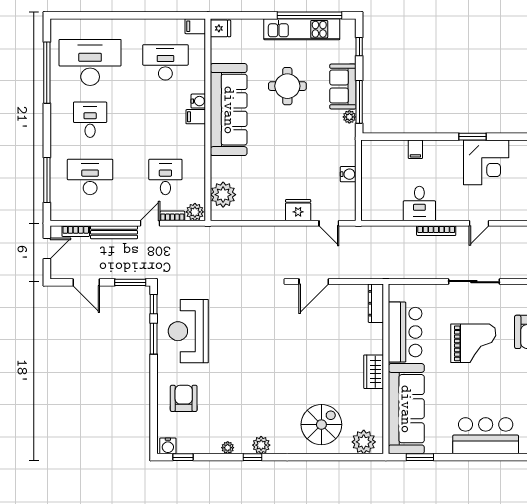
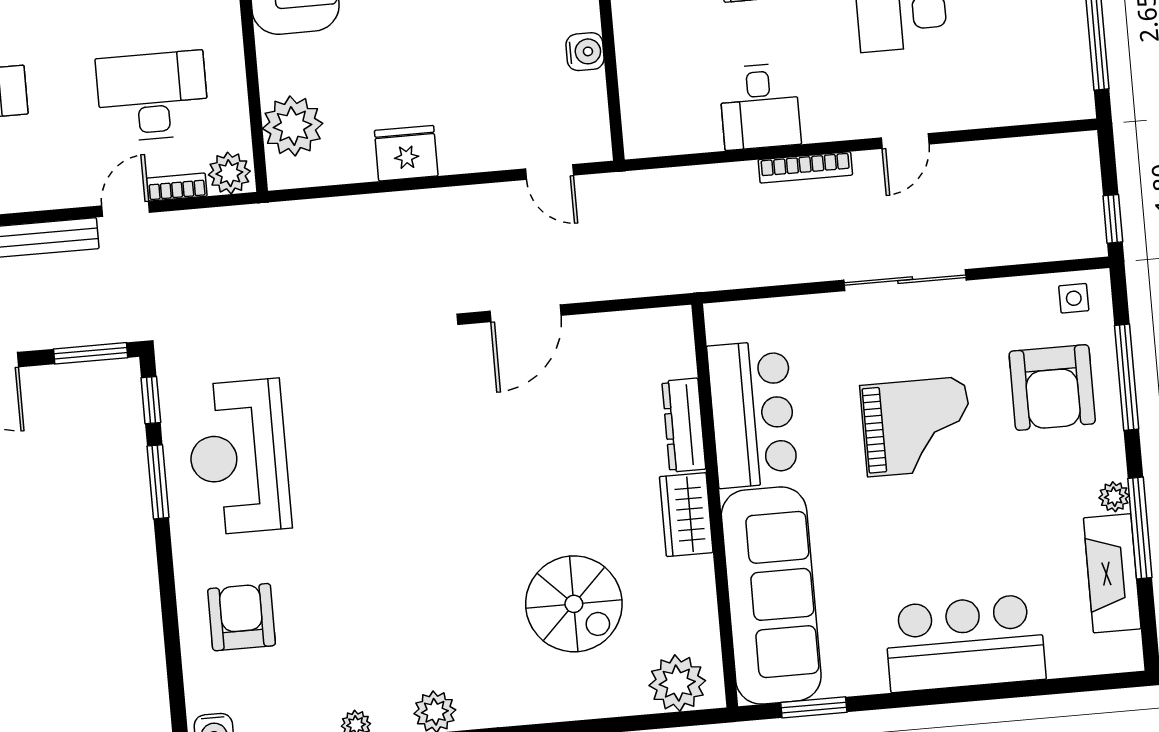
desk: (165, 177) -> (152, 96), width x1.37
fridge: (298, 210) -> (406, 153), moved
dresser: (376, 303) -> (684, 425), moved
spiral stairs: (321, 425) -> (574, 604), moved, turned 90

